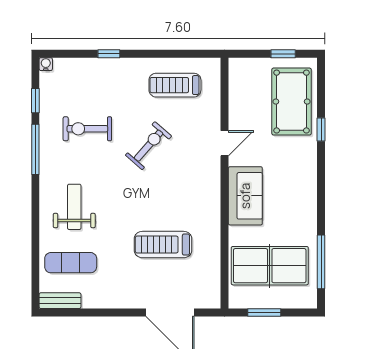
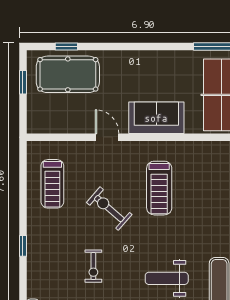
exercise bike: (87, 129) -> (93, 266), width x0.73, depth x0.72
window: (321, 129) -> (66, 47), moved
treadmill: (163, 245) -> (159, 188), moved

